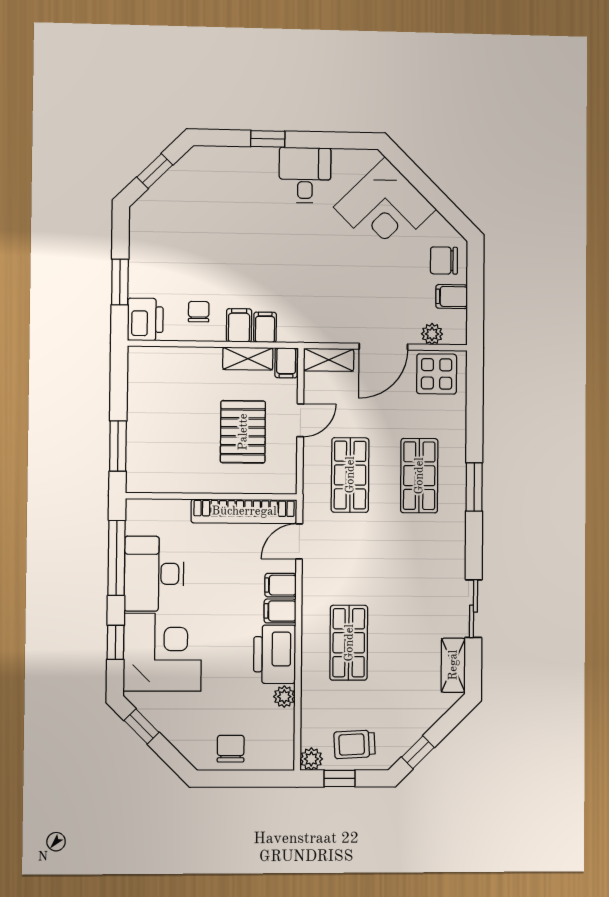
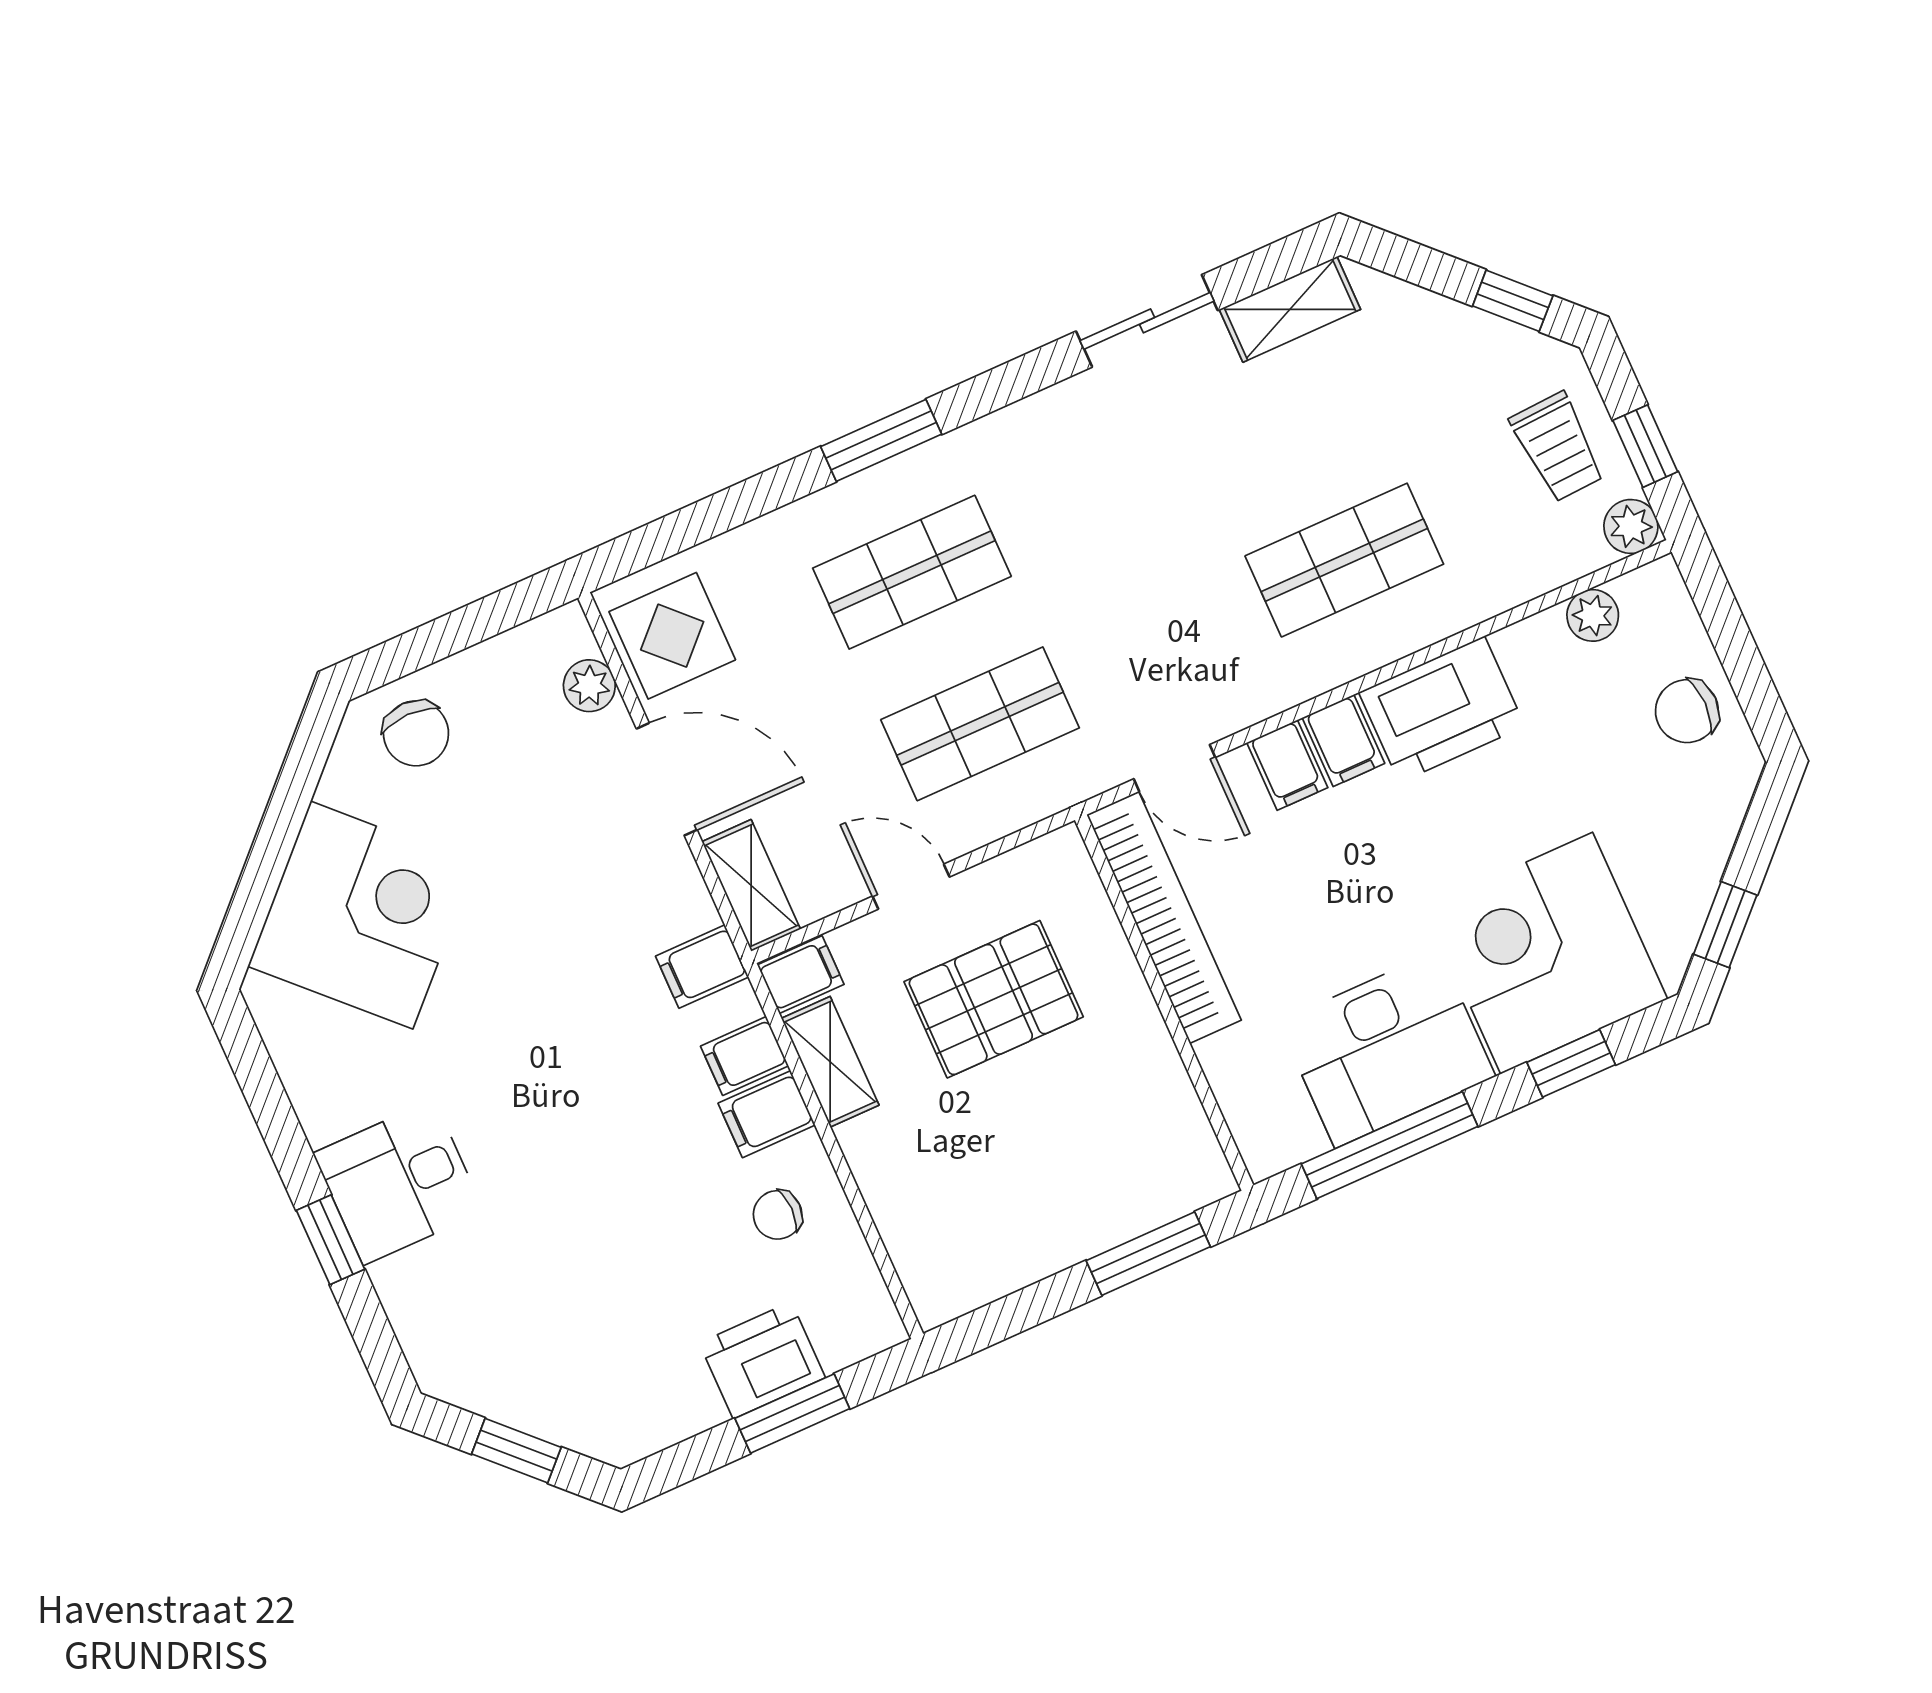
desk: (305, 175) -> (399, 1182), moved
filing cabinet: (452, 297) -> (702, 967), moved, turned 90
printer: (145, 319) -> (762, 1360), moved
plant: (284, 697) -> (1593, 615), moved

